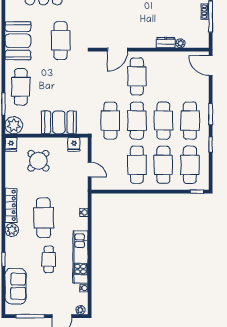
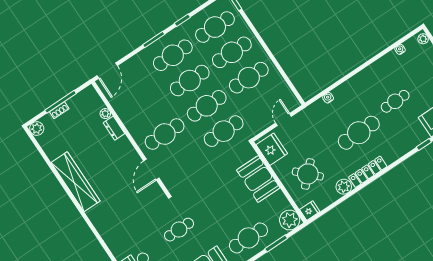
cafe table: (61, 40) -> (179, 230), width x0.73, depth x0.74
door: (117, 50) -> (151, 170), swing flipped
fridge: (74, 144) -> (272, 149), width x1.88, depth x1.34
plant: (12, 230) -> (344, 187), moved
kitchen unit: (80, 257) -> (373, 73), removed

